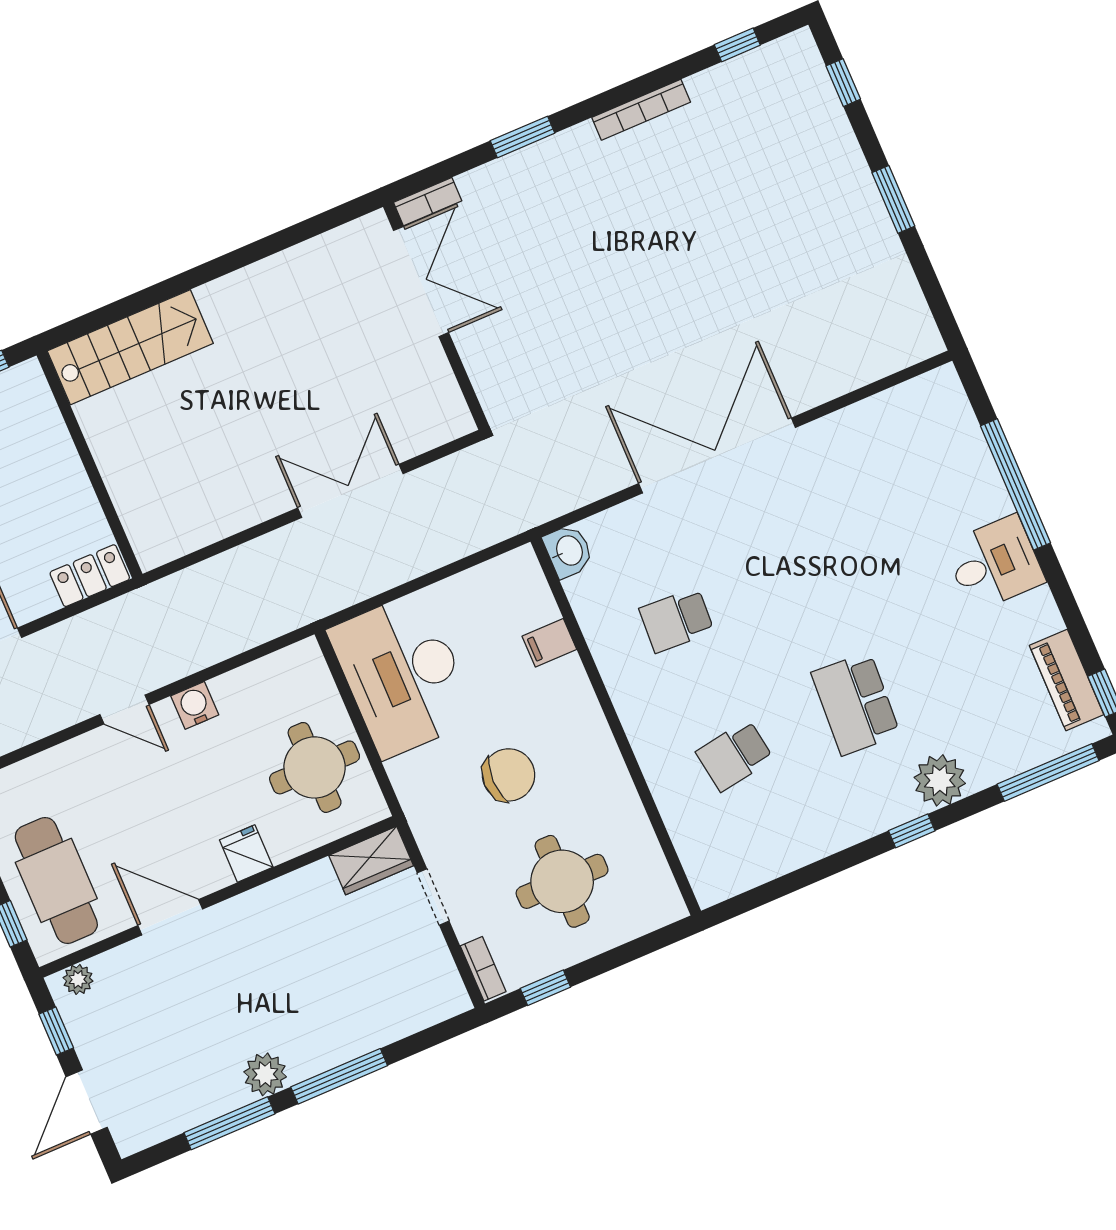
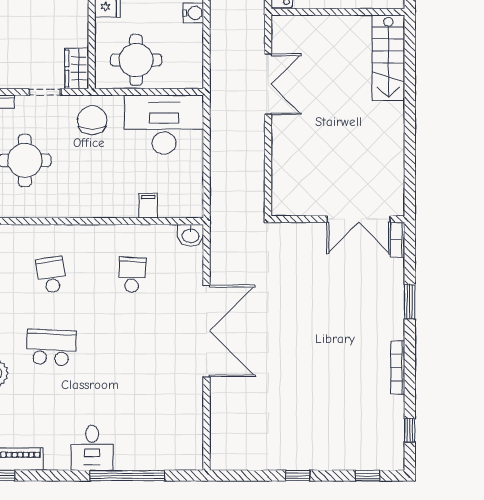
window: (893, 199) -> (298, 476), width x0.67
double door: (350, 491) -> (268, 84), moved
chair: (509, 775) -> (92, 120), moved, turned 180

